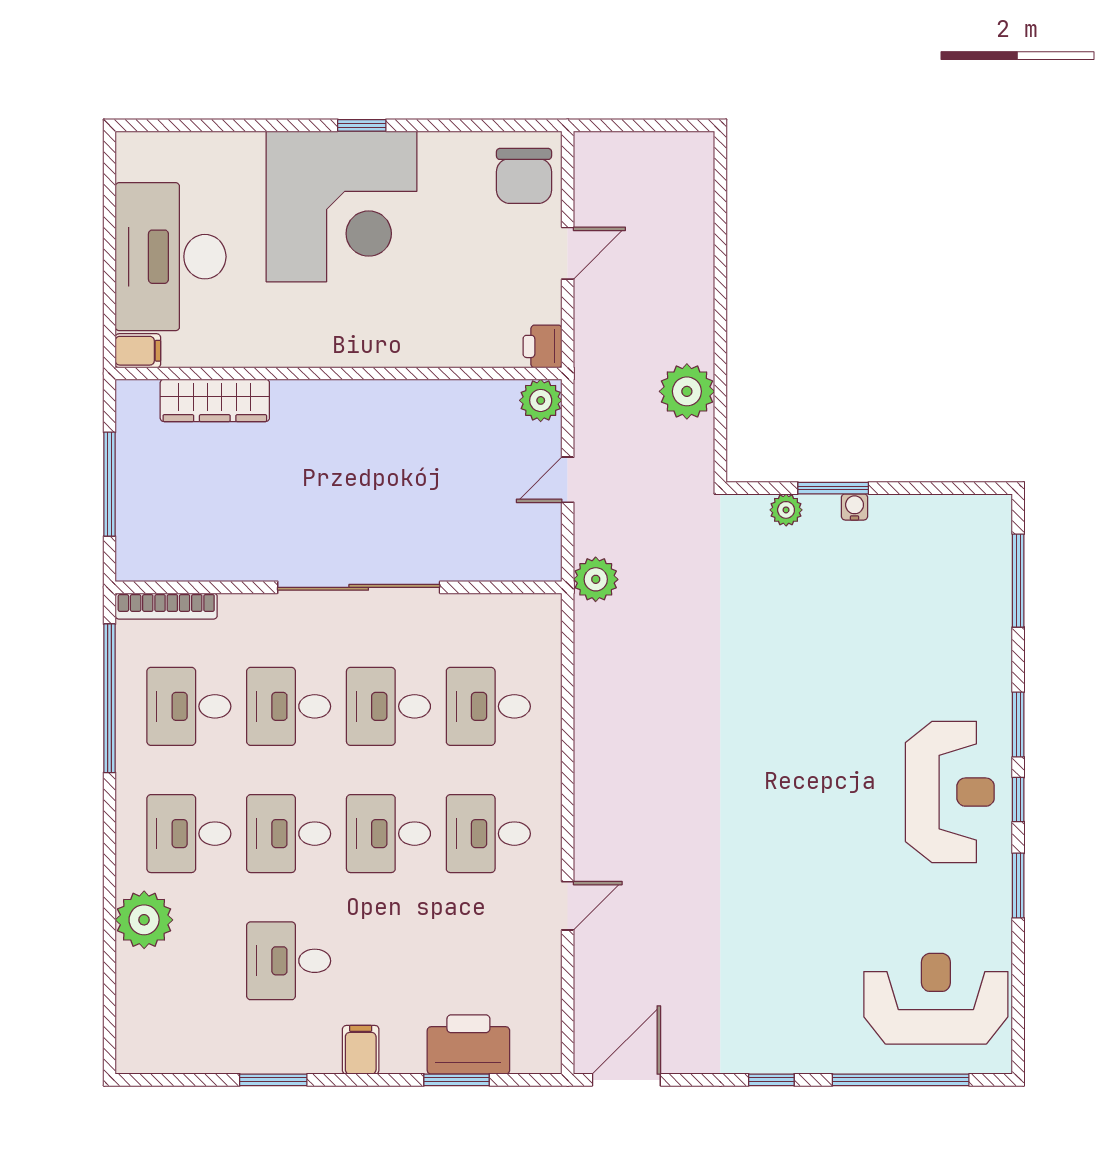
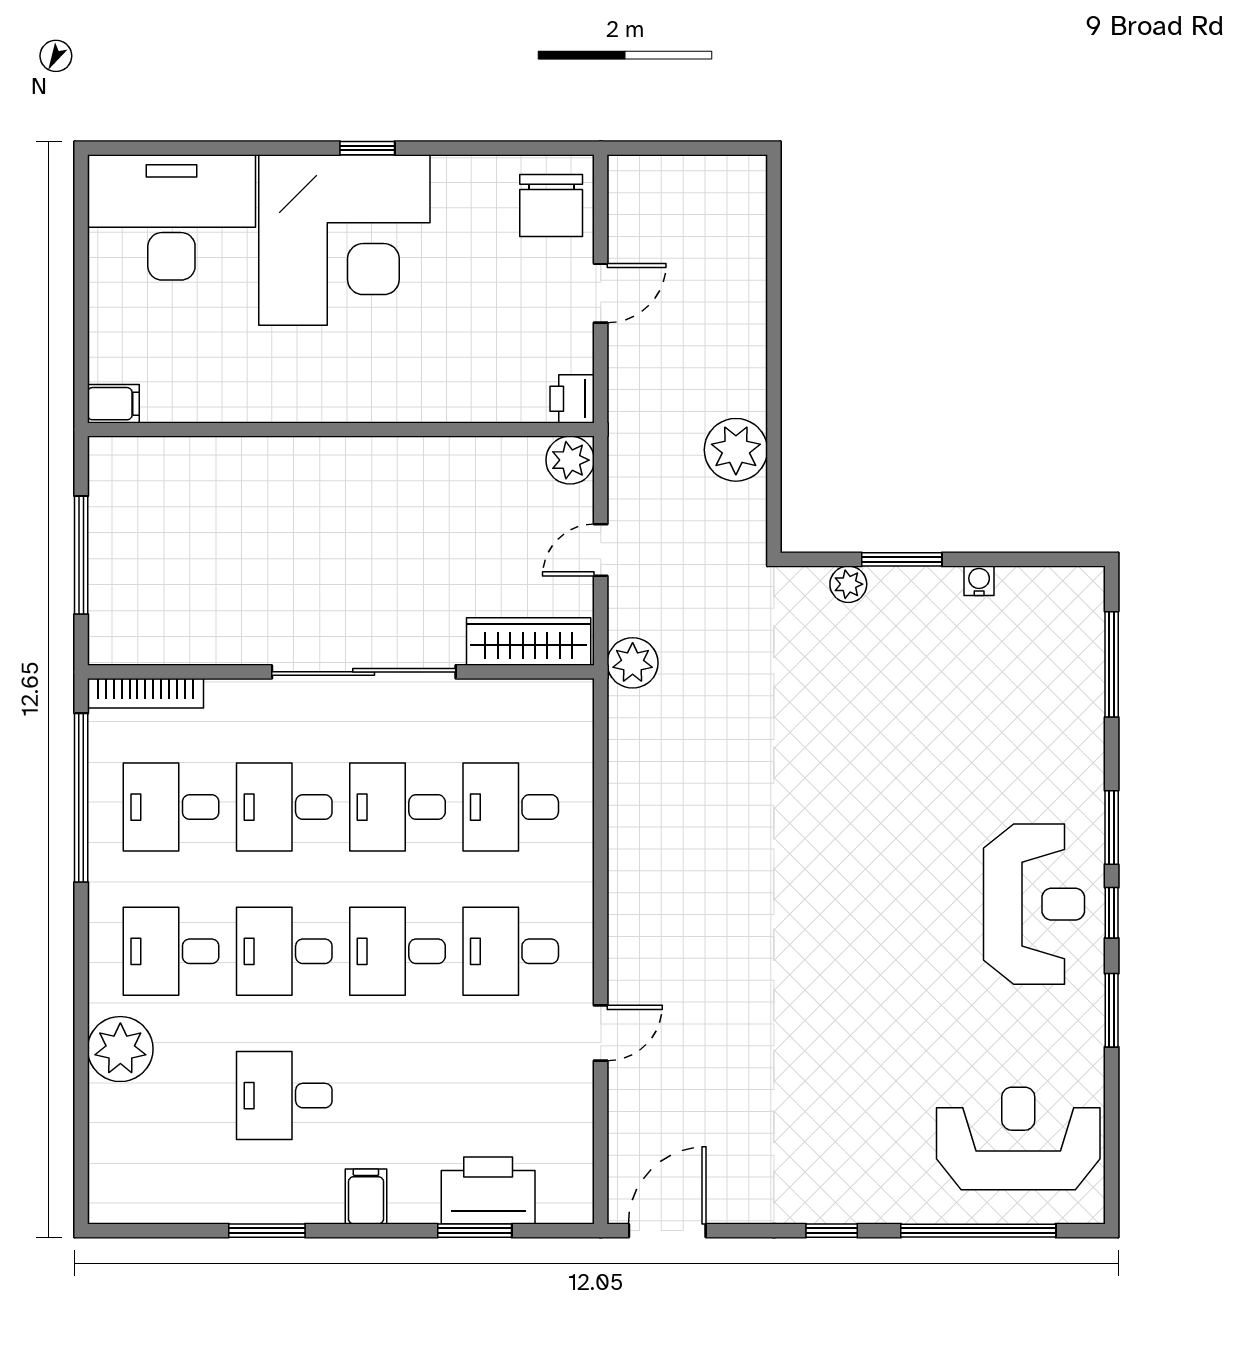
desk: (171, 257) -> (171, 217), moved, turned 90
wardrobe: (215, 400) -> (529, 642), moved, turned 180
water cooler: (855, 507) -> (979, 581), moved

